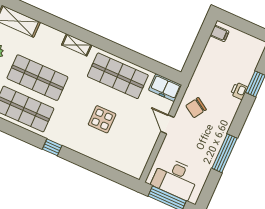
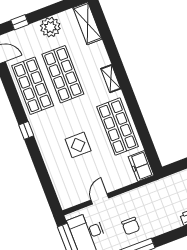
chair: (196, 108) -> (131, 226), moved, turned -122
door: (167, 124) -> (100, 199), moved

